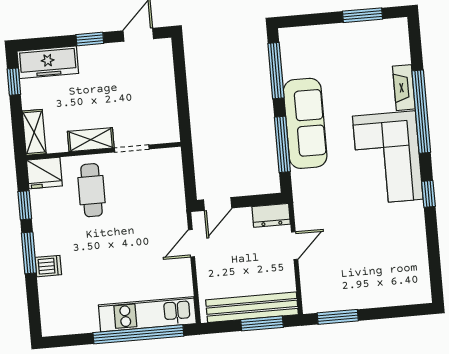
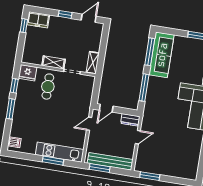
freezer: (48, 62) -> (38, 20), width x0.71
sofa: (305, 123) -> (162, 55), moved
shelving: (34, 132) -> (93, 63), moved
dishwasher: (48, 266) -> (14, 142), moved
window: (262, 323) -> (100, 168), moved
window: (138, 334) -> (53, 161), width x0.47

